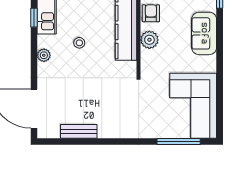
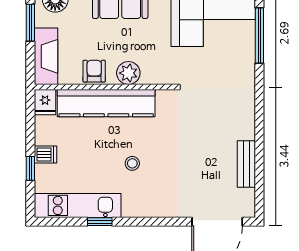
armchair: (151, 13) -> (94, 71), turned 90
plant: (44, 55) -> (148, 209), removed

